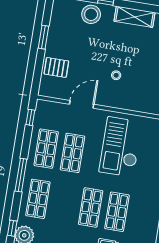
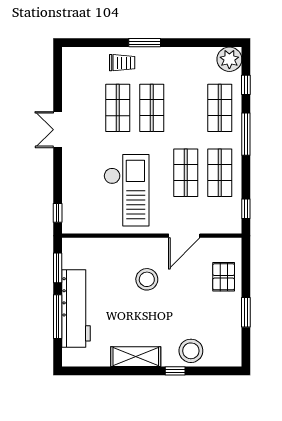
pallet: (56, 67) -> (224, 277), turned 90
stool: (116, 75) -> (147, 279), width x1.89, depth x1.89
window: (12, 228) -> (246, 85), moved

